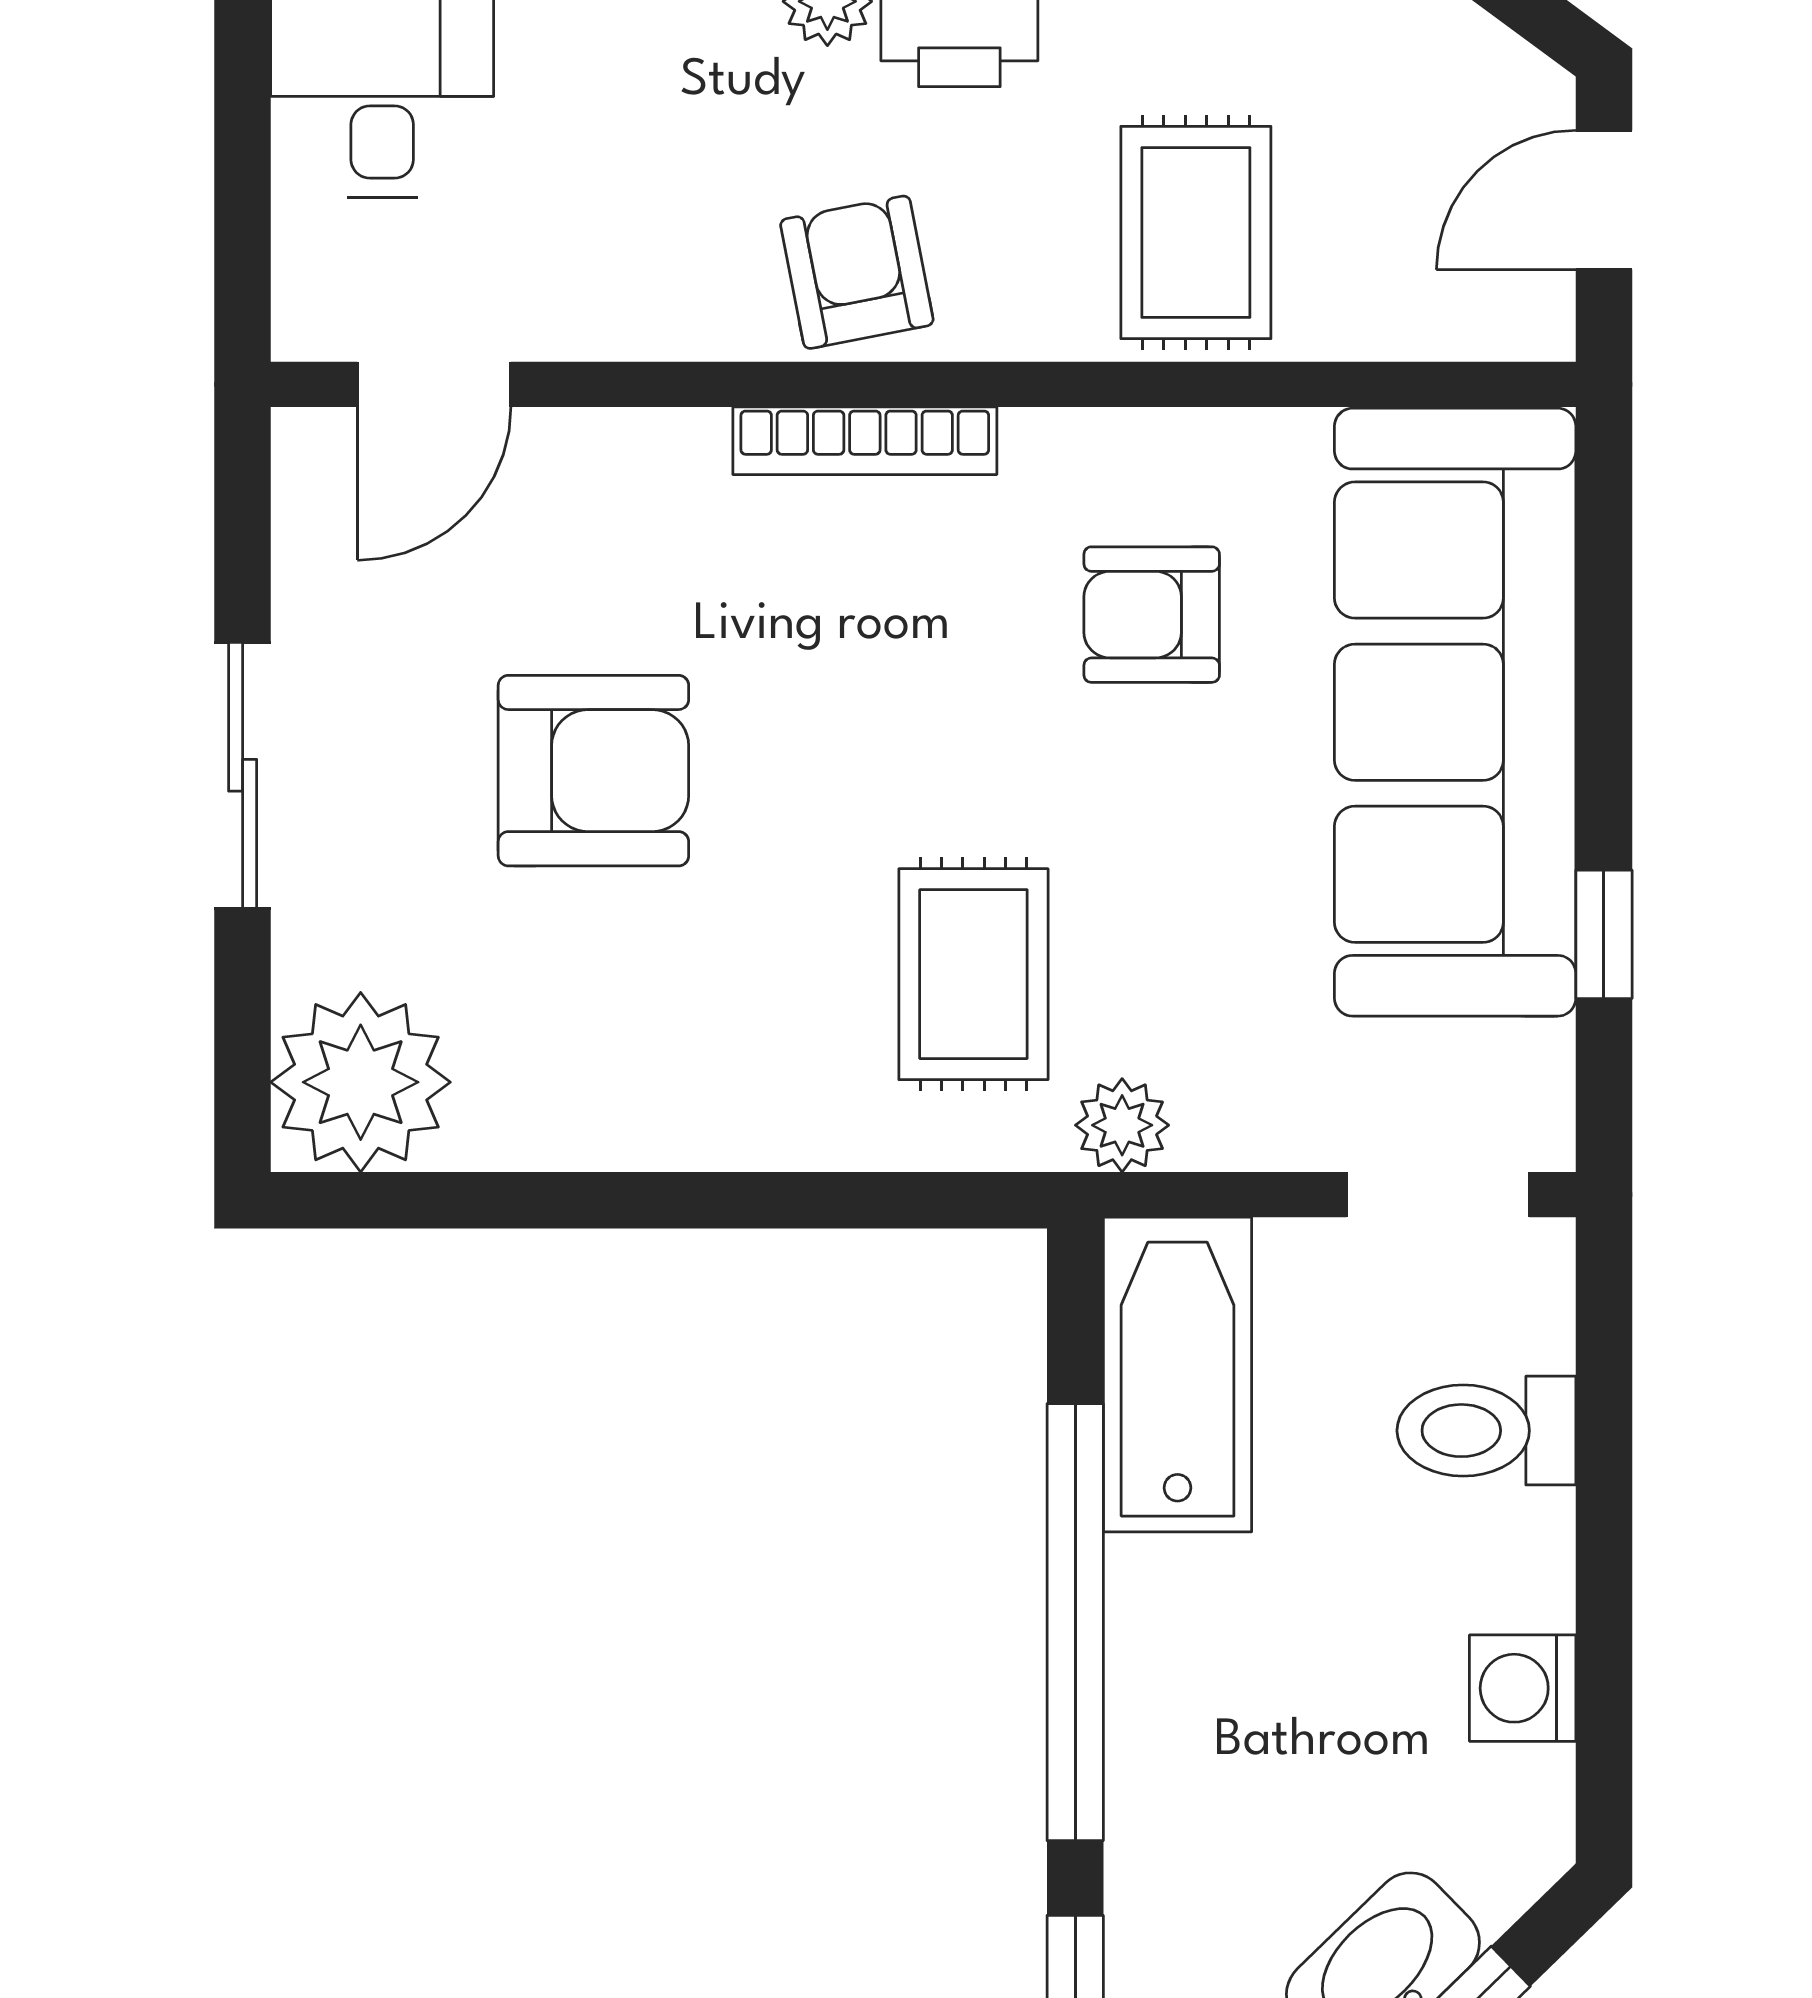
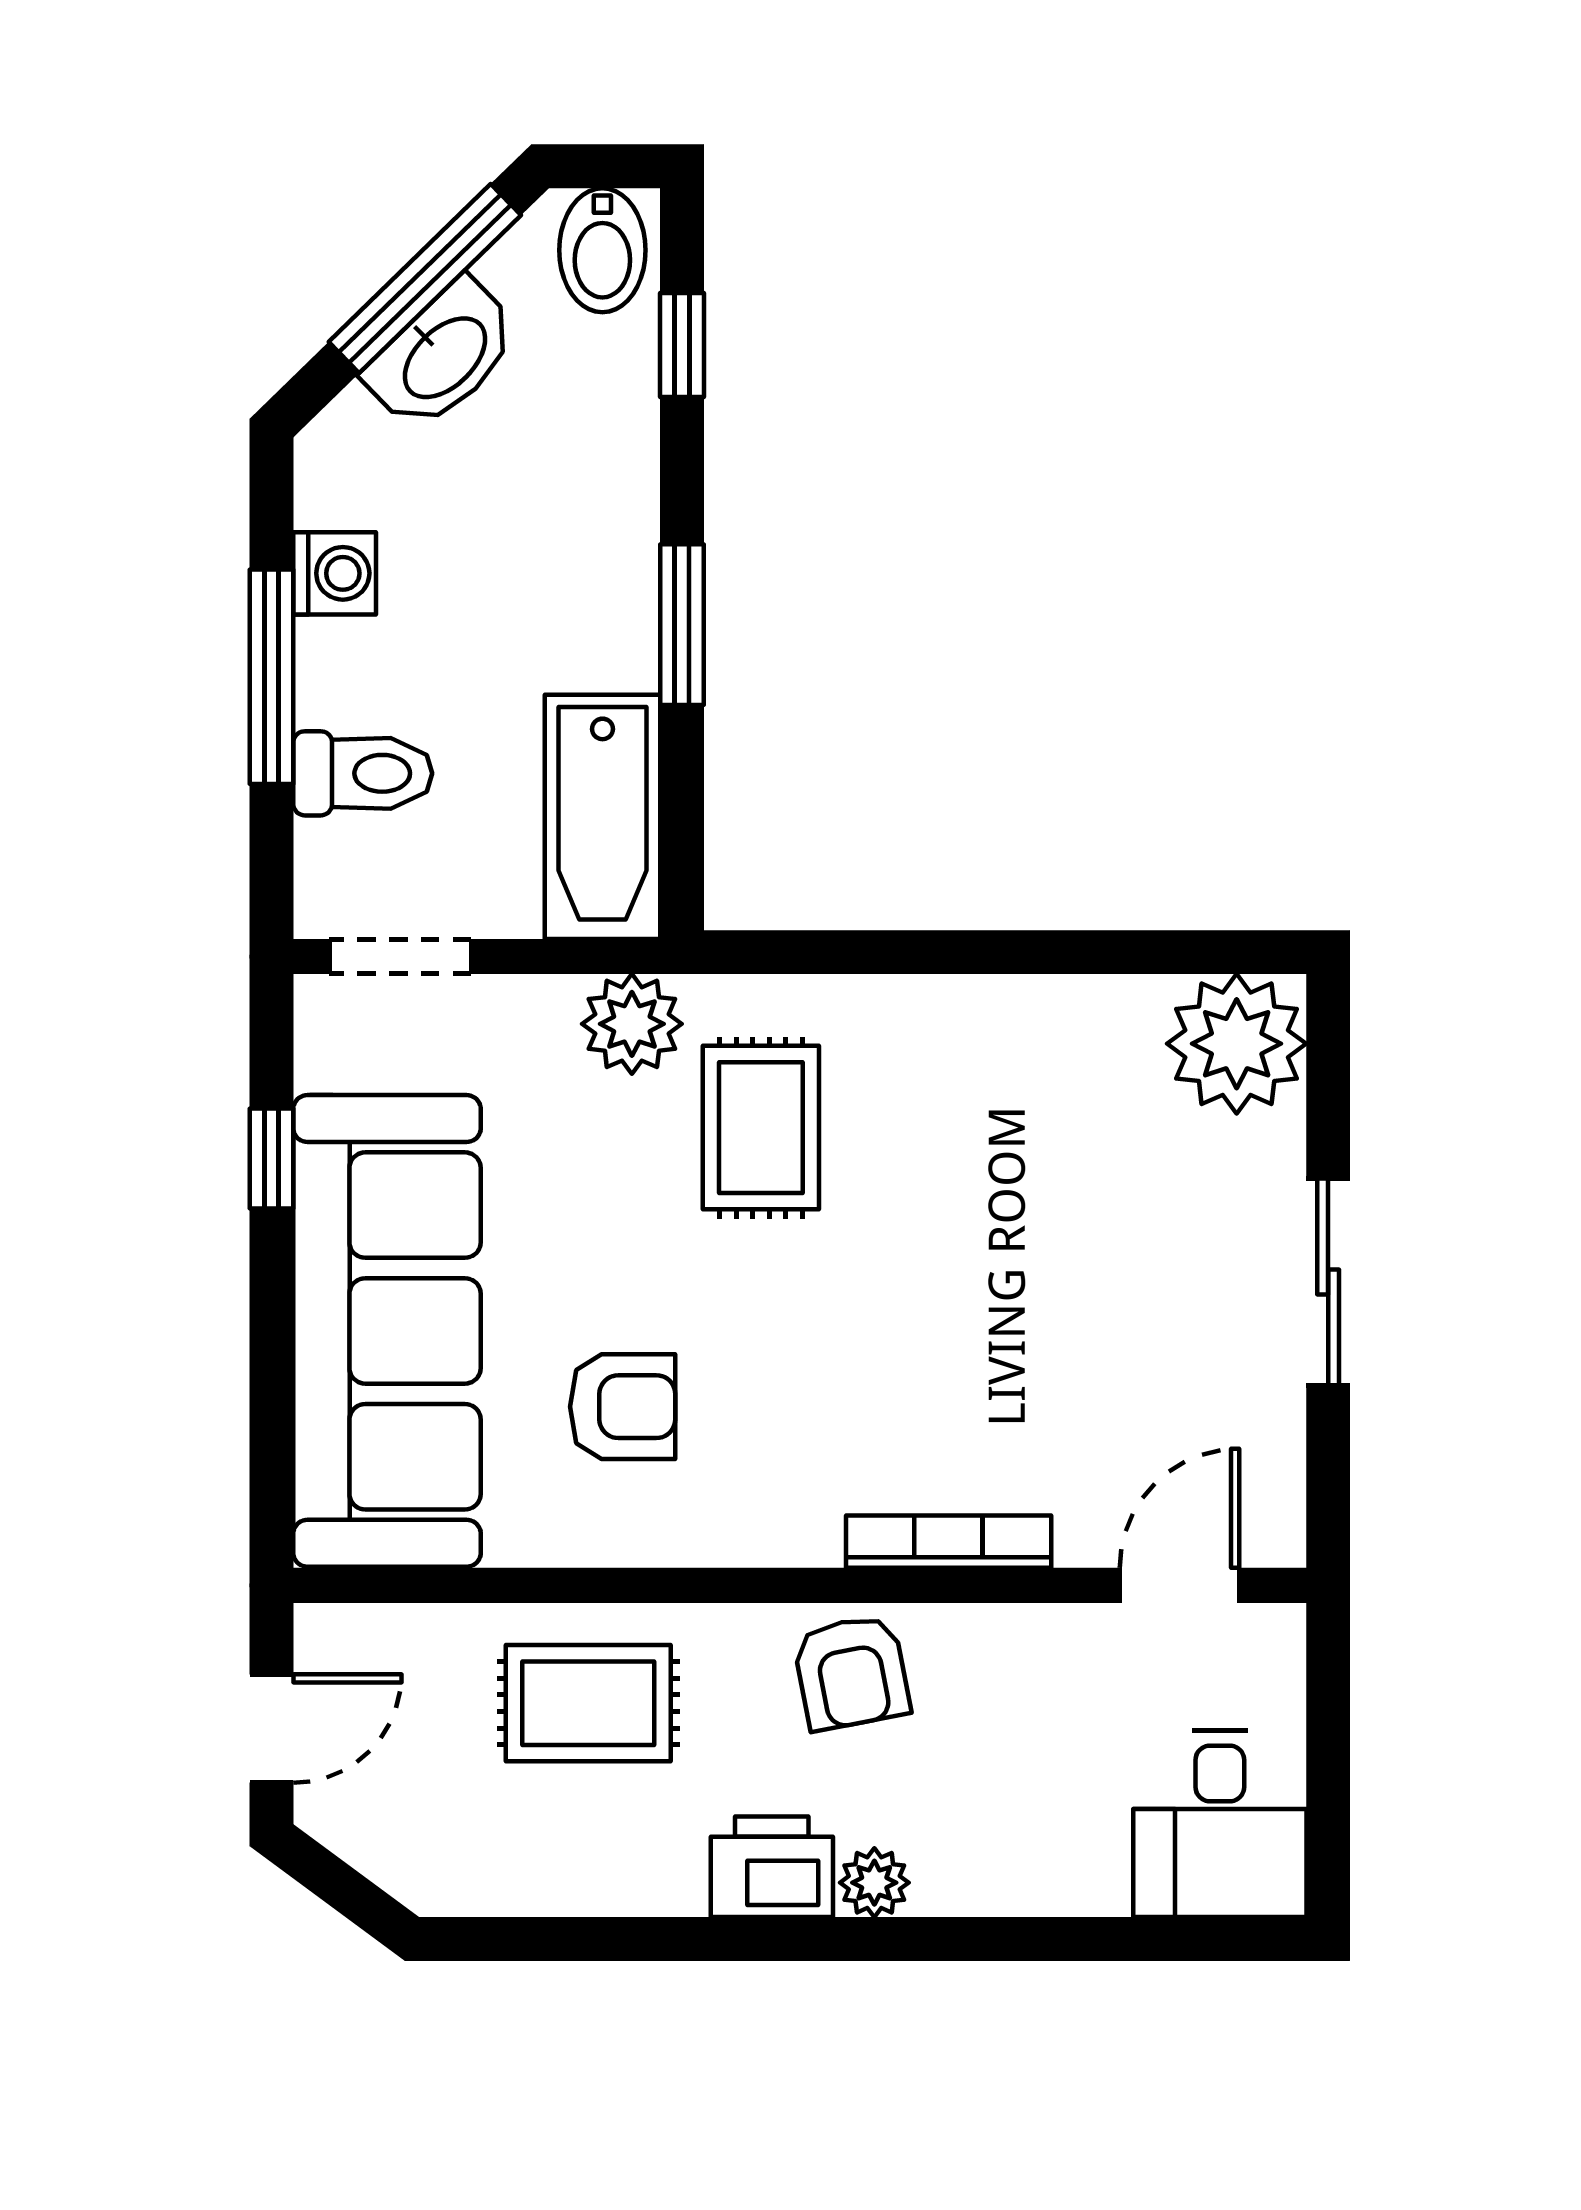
rug: (1196, 232) -> (588, 1703), turned 90
bookcase: (865, 441) -> (949, 1542), moved
armchair: (593, 771) -> (1056, 1286), removed
plant: (1122, 1125) -> (632, 1024), width x1.38, depth x1.38
window: (1604, 1555) -> (271, 677), added
window: (1075, 1622) -> (682, 625), width x0.47

